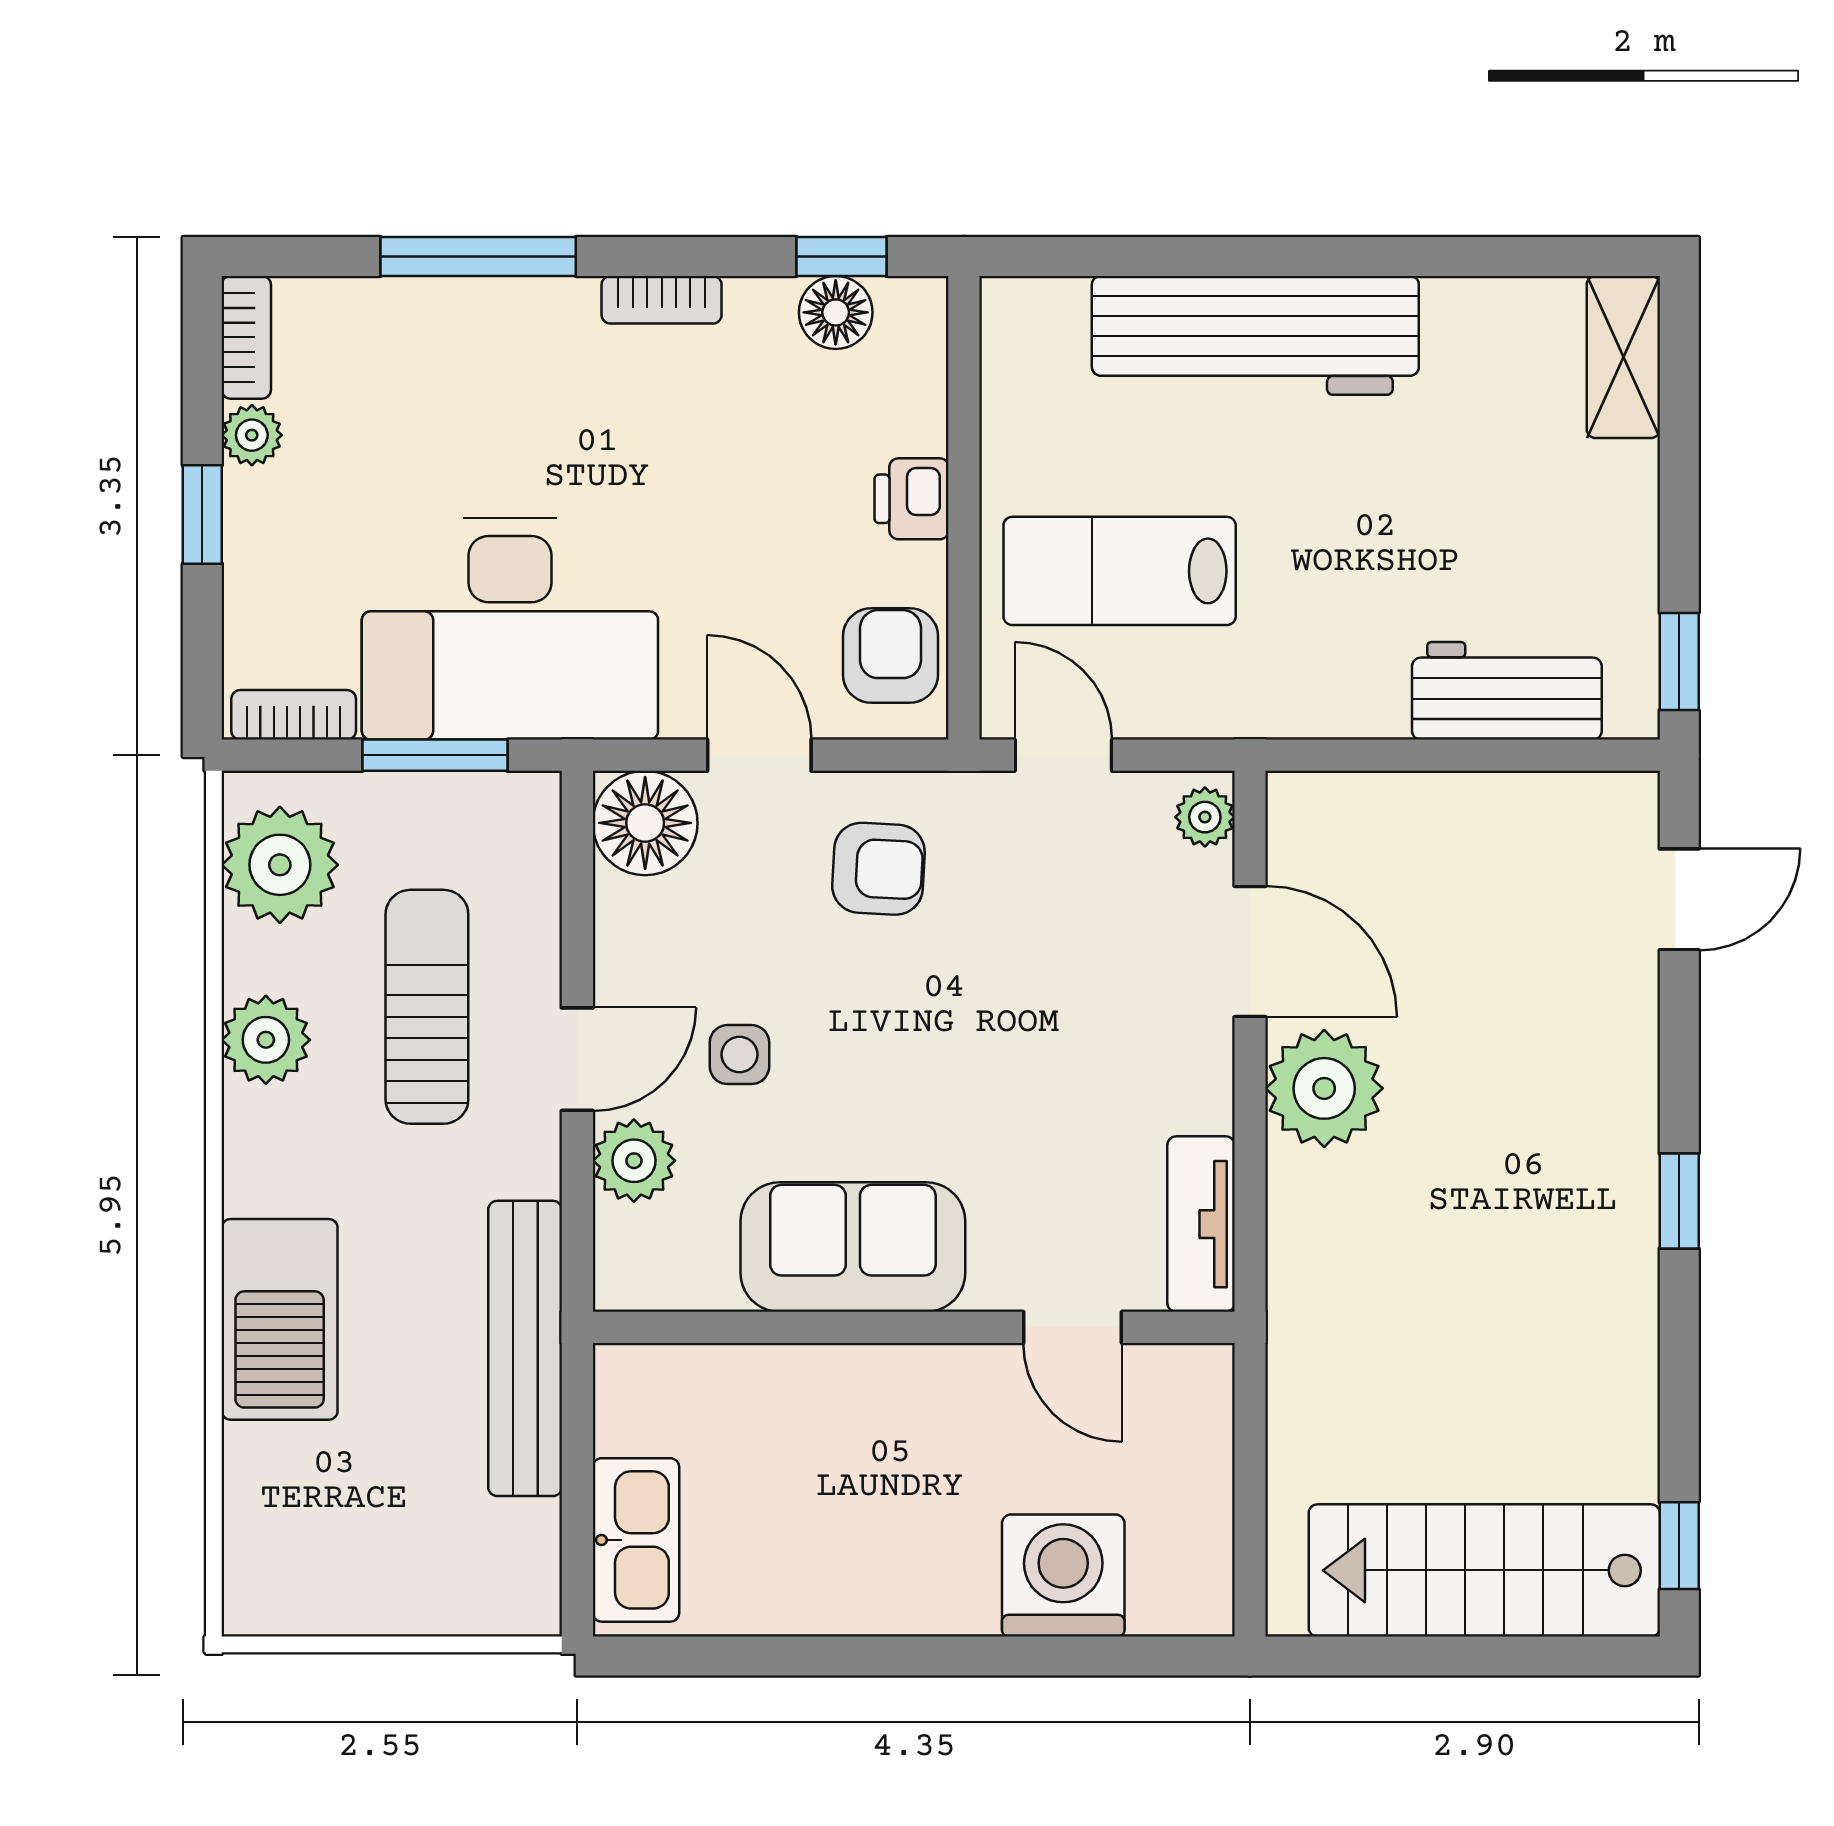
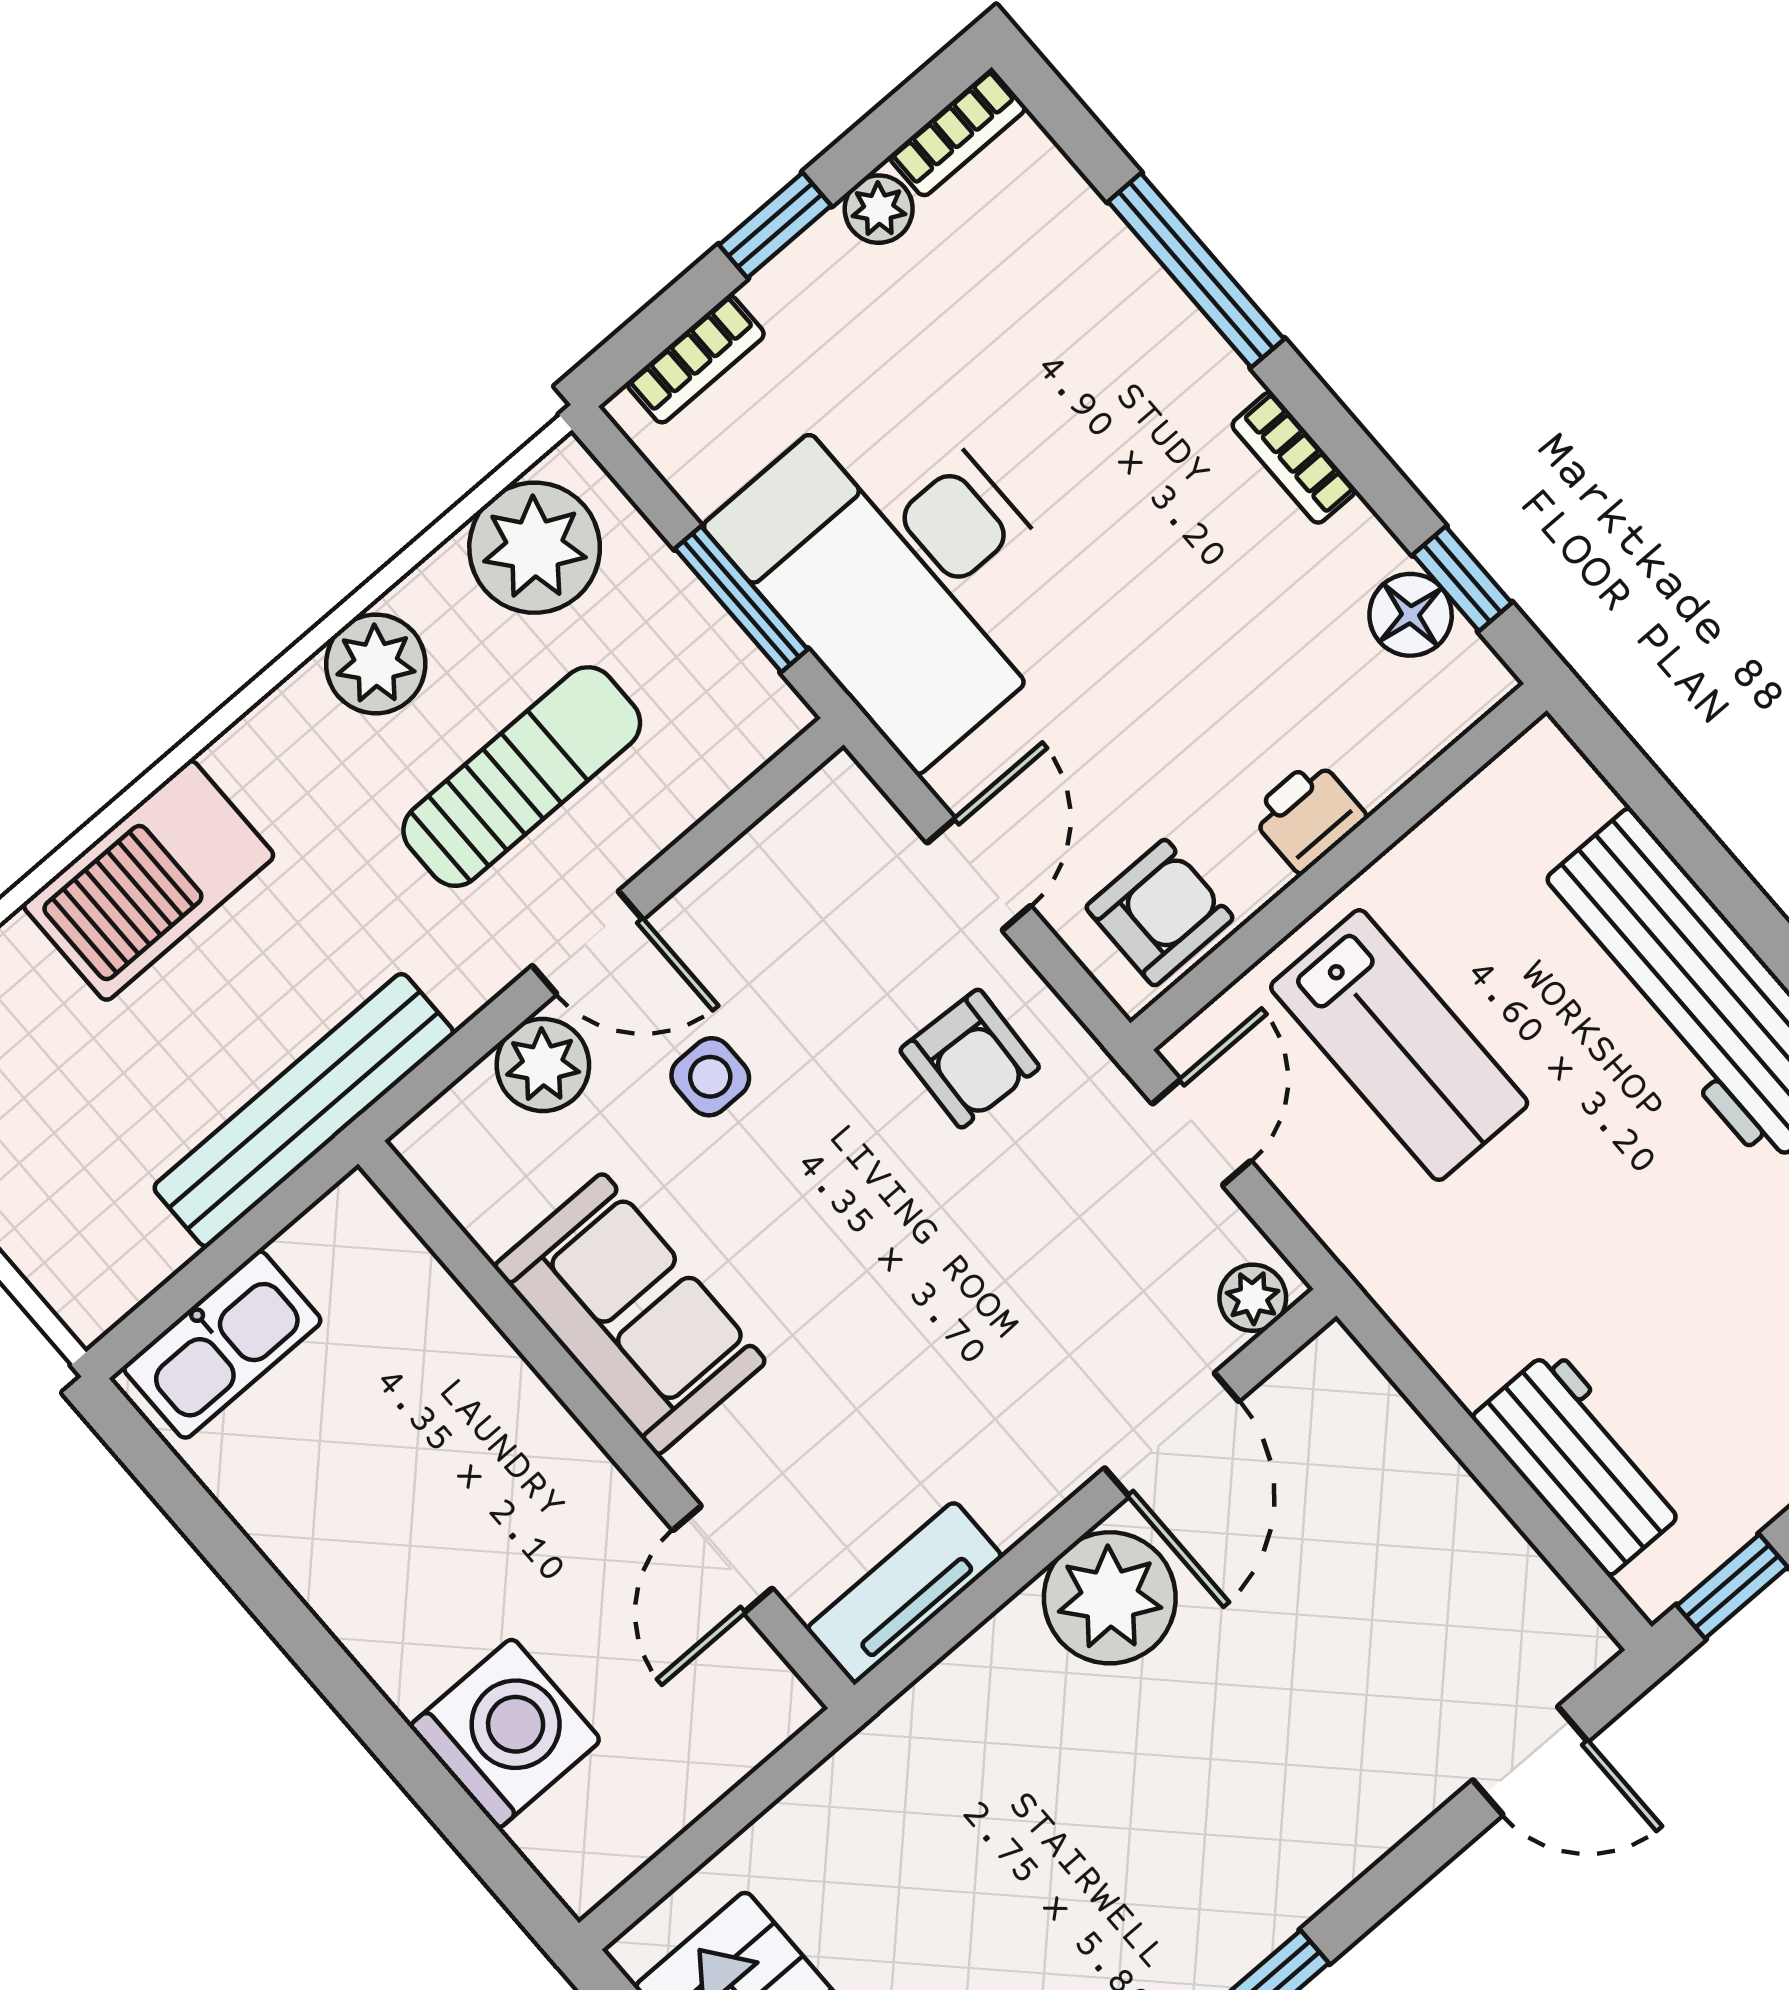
lab bench: (1120, 571) -> (1399, 1045), turned 180
bookcase: (294, 715) -> (696, 359), moved, turned 90
floor lamp: (645, 823) -> (838, 827), removed

